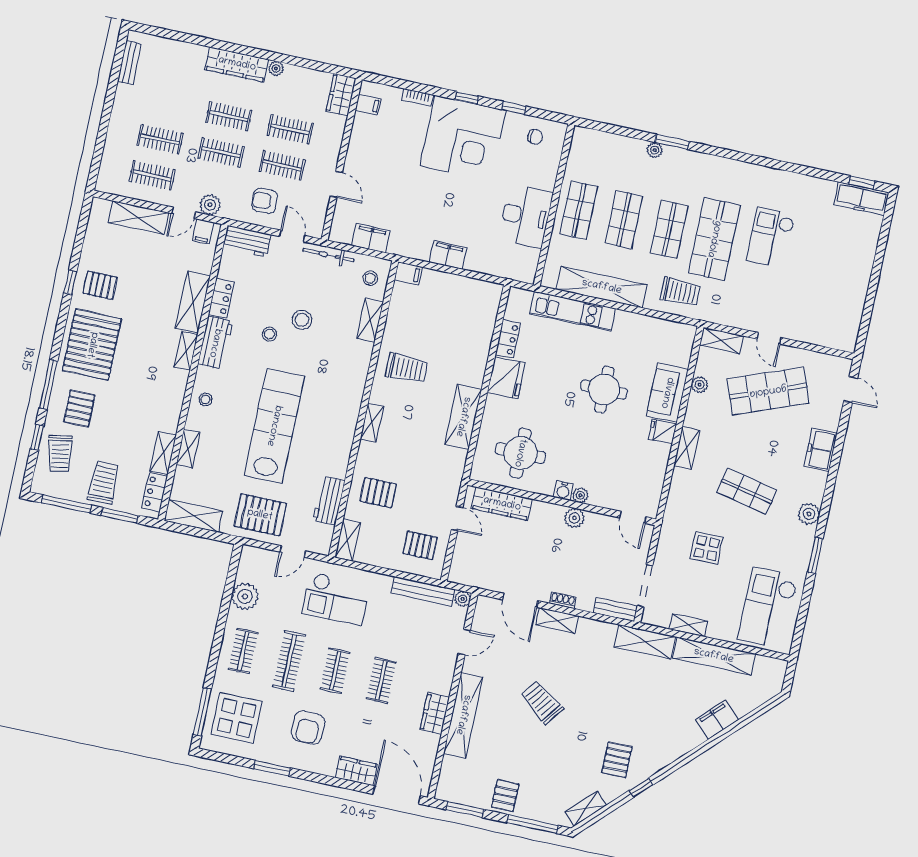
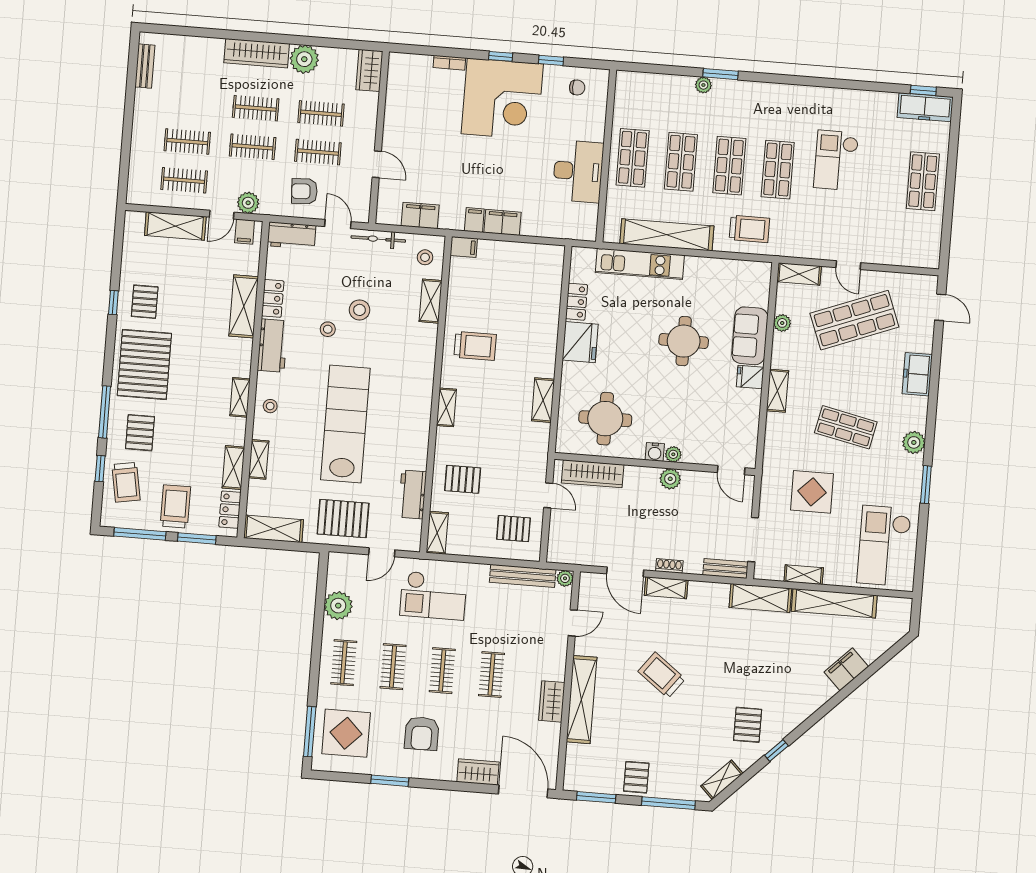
plant: (276, 68) -> (304, 59), width x1.88, depth x1.88
filing cabinet: (368, 104) -> (474, 220), moved, turned -90
shop shelf: (714, 239) -> (778, 170), width x0.70, depth x0.74
shop shelf: (850, 268) -> (923, 181), added
pallet: (100, 285) -> (145, 302), turned 90
shelving: (186, 351) -> (240, 397), moved
shelving: (463, 417) -> (543, 400), width x0.67, depth x0.75
display table: (707, 548) -> (812, 492), width x1.36, depth x1.36
clothes rail: (289, 661) -> (393, 667), width x0.73

